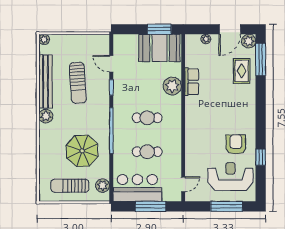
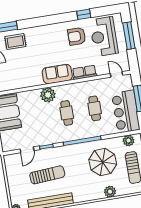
row of seats: (192, 82) -> (84, 72), moved
plant: (172, 86) -> (48, 95), moved
sofa: (195, 114) -> (57, 74), added
plant: (46, 116) -> (110, 192), moved

